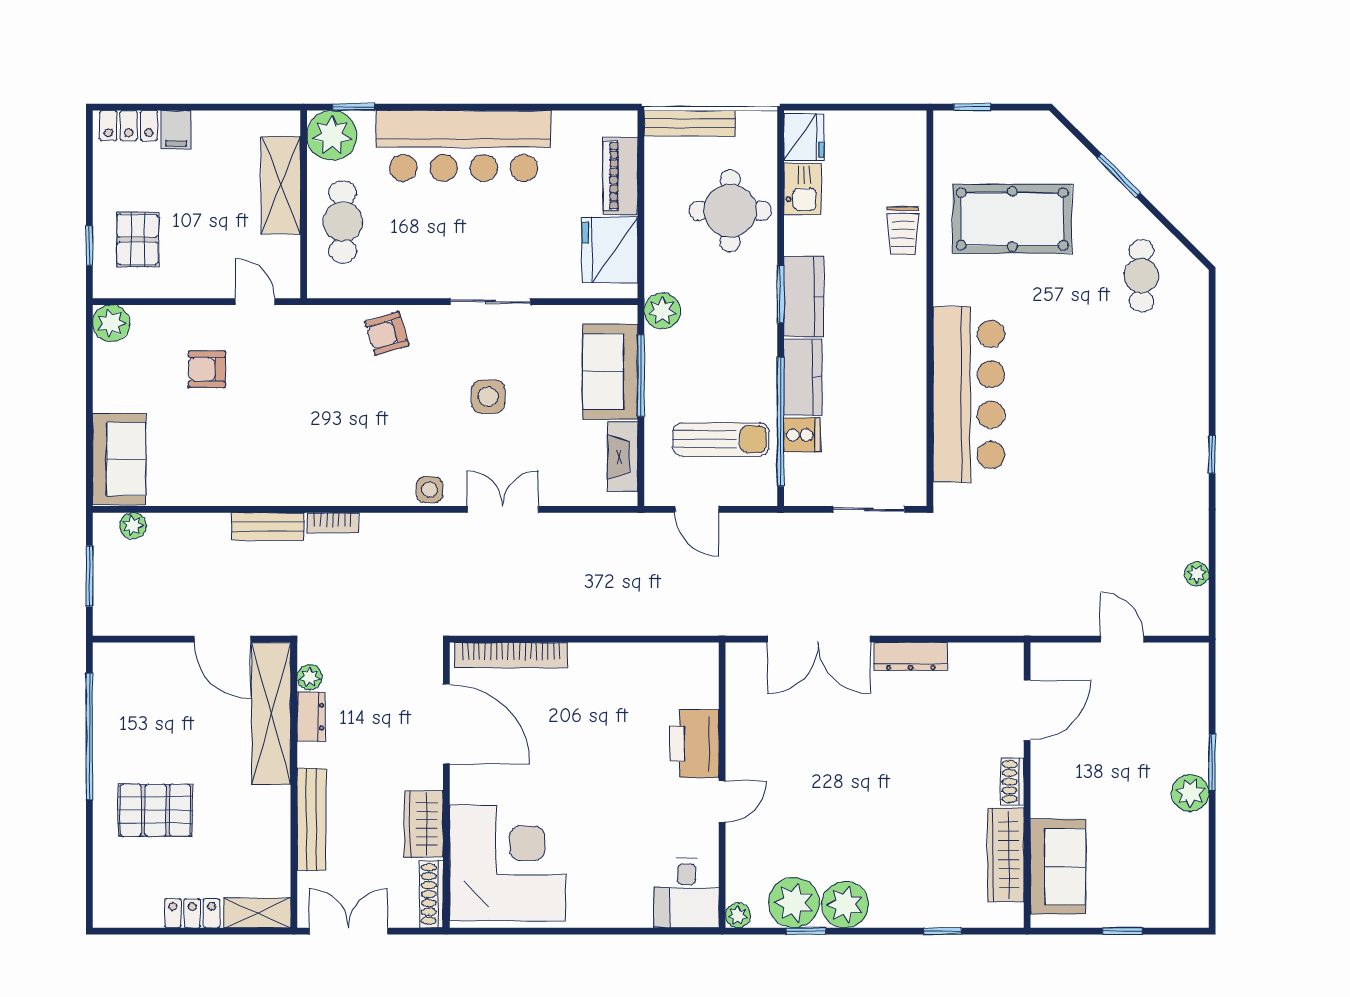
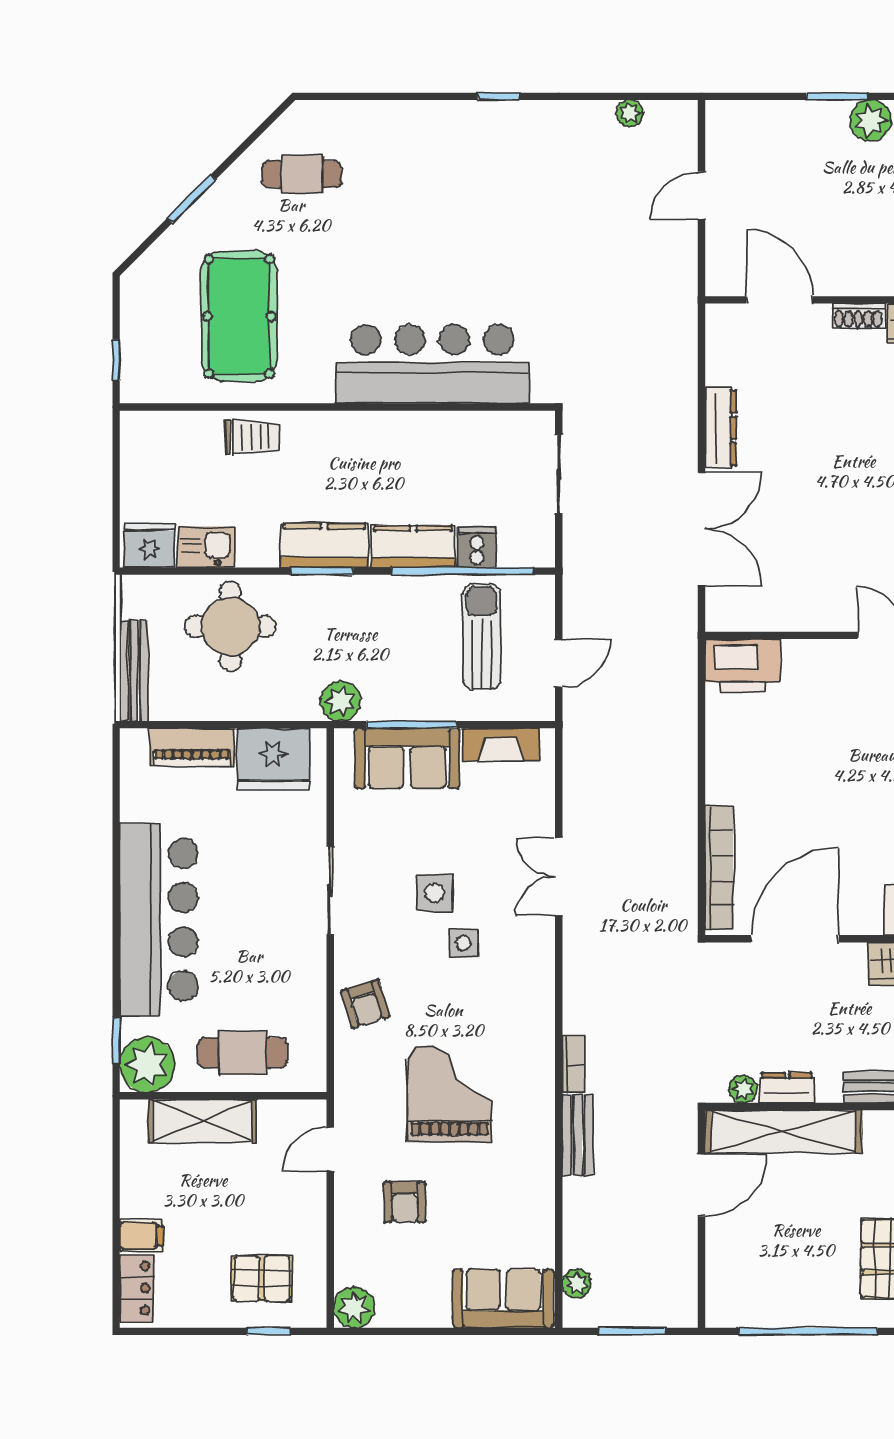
grand piano: (305, 410) -> (450, 1094), added
side table: (430, 490) -> (463, 943), moved
printer: (694, 744) -> (743, 666), moved

